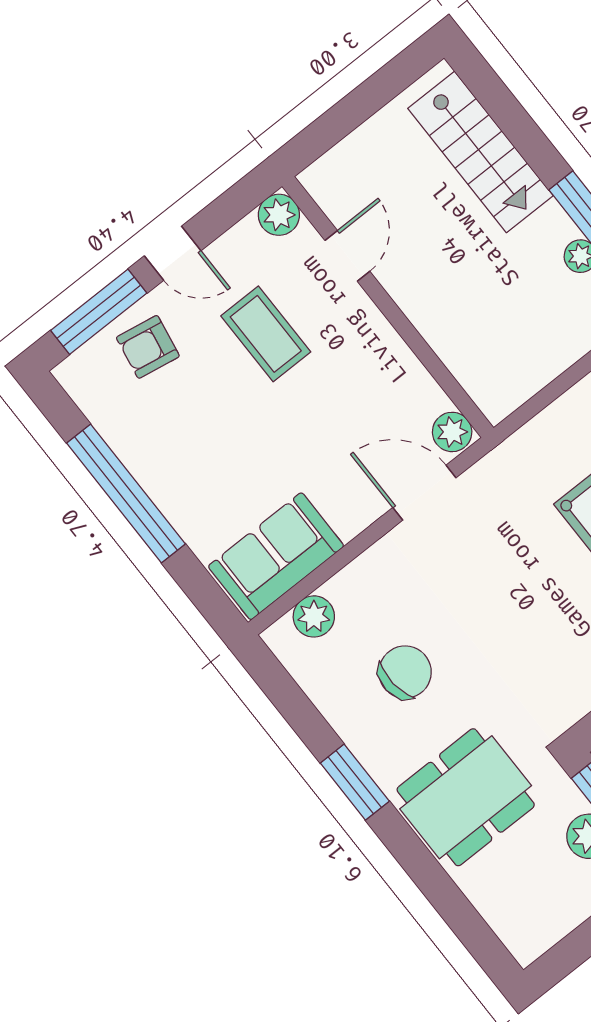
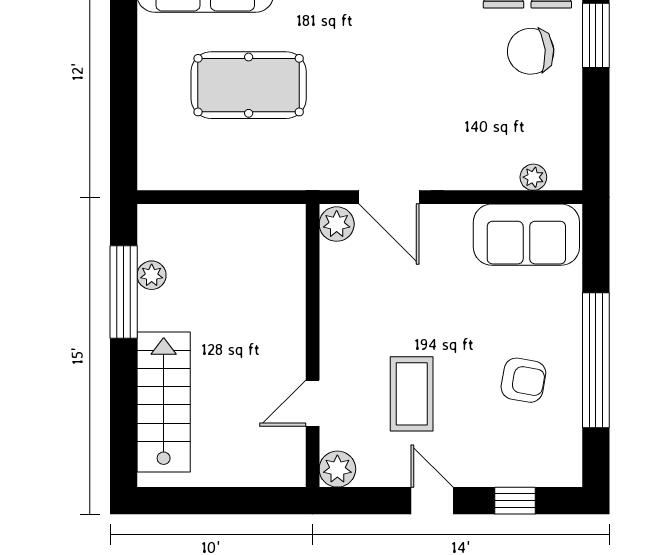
window: (99, 312) -> (515, 501), width x0.46
armchair: (148, 347) -> (523, 380), moved
plant: (314, 616) -> (533, 177), width x0.73, depth x0.73
chair: (405, 672) -> (531, 51), moved

